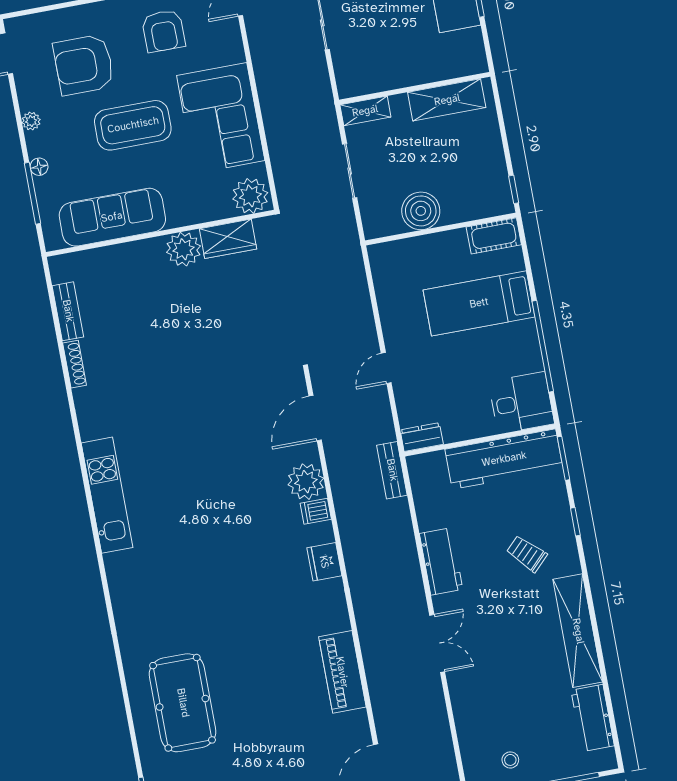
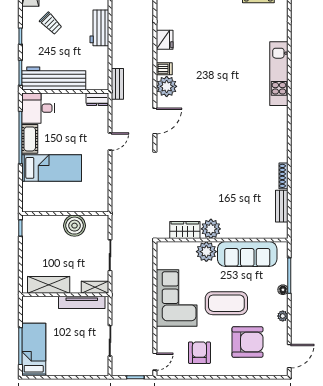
tv unit: (383, 80) -> (82, 302), added
plant: (250, 196) -> (206, 252), moved
cot: (494, 236) -> (30, 139), moved, turned 90
kitchen unit: (107, 495) -> (279, 74), moved

